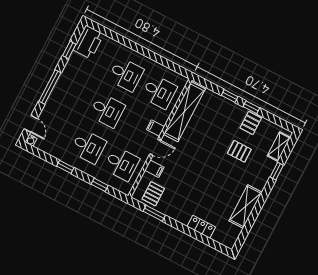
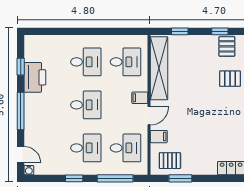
printer: (88, 42) -> (35, 77), moved
window: (230, 96) -> (180, 31), moved
window: (100, 185) -> (115, 178), width x2.17
pallet: (153, 194) -> (170, 161), turned 90

